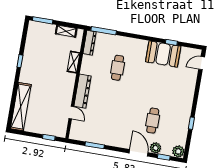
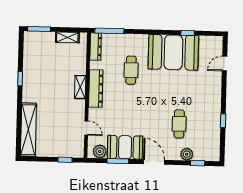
booth: (163, 54) -> (173, 52), width x1.36, depth x1.42
shelving: (74, 62) -> (80, 87), moved
door: (202, 63) -> (225, 64), moved
dresser: (82, 91) -> (96, 89), moved
booth: (103, 134) -> (125, 147), added
plant: (178, 151) -> (100, 151), moved
door: (139, 153) -> (154, 162), moved

